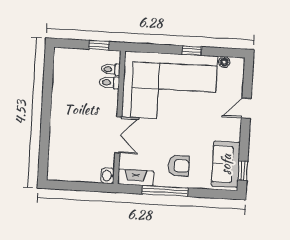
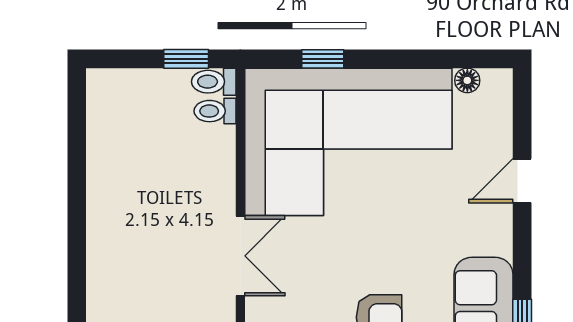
window: (192, 51) -> (323, 59), moved
toilet: (109, 83) -> (214, 82), moved

